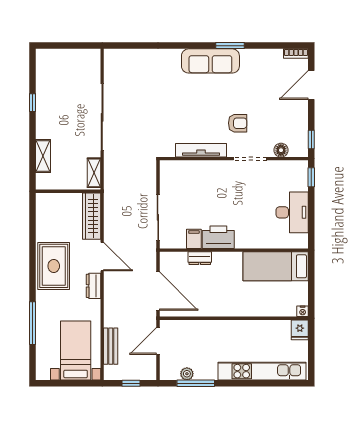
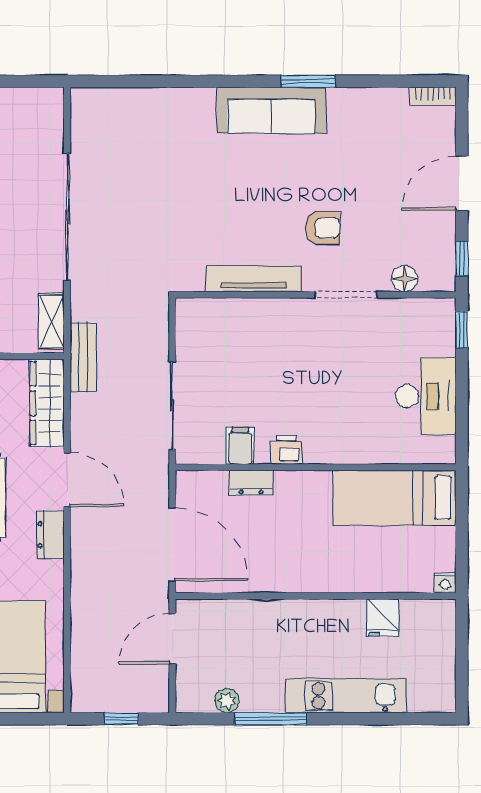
door: (311, 85) -> (462, 183), moved
printer: (218, 237) -> (286, 450), width x0.53, depth x0.68
fridge: (300, 330) -> (383, 618), moved
bench: (111, 346) -> (83, 357), moved
kitchen unit: (262, 371) -> (346, 696), width x0.73
window: (196, 383) -> (271, 719), moved

